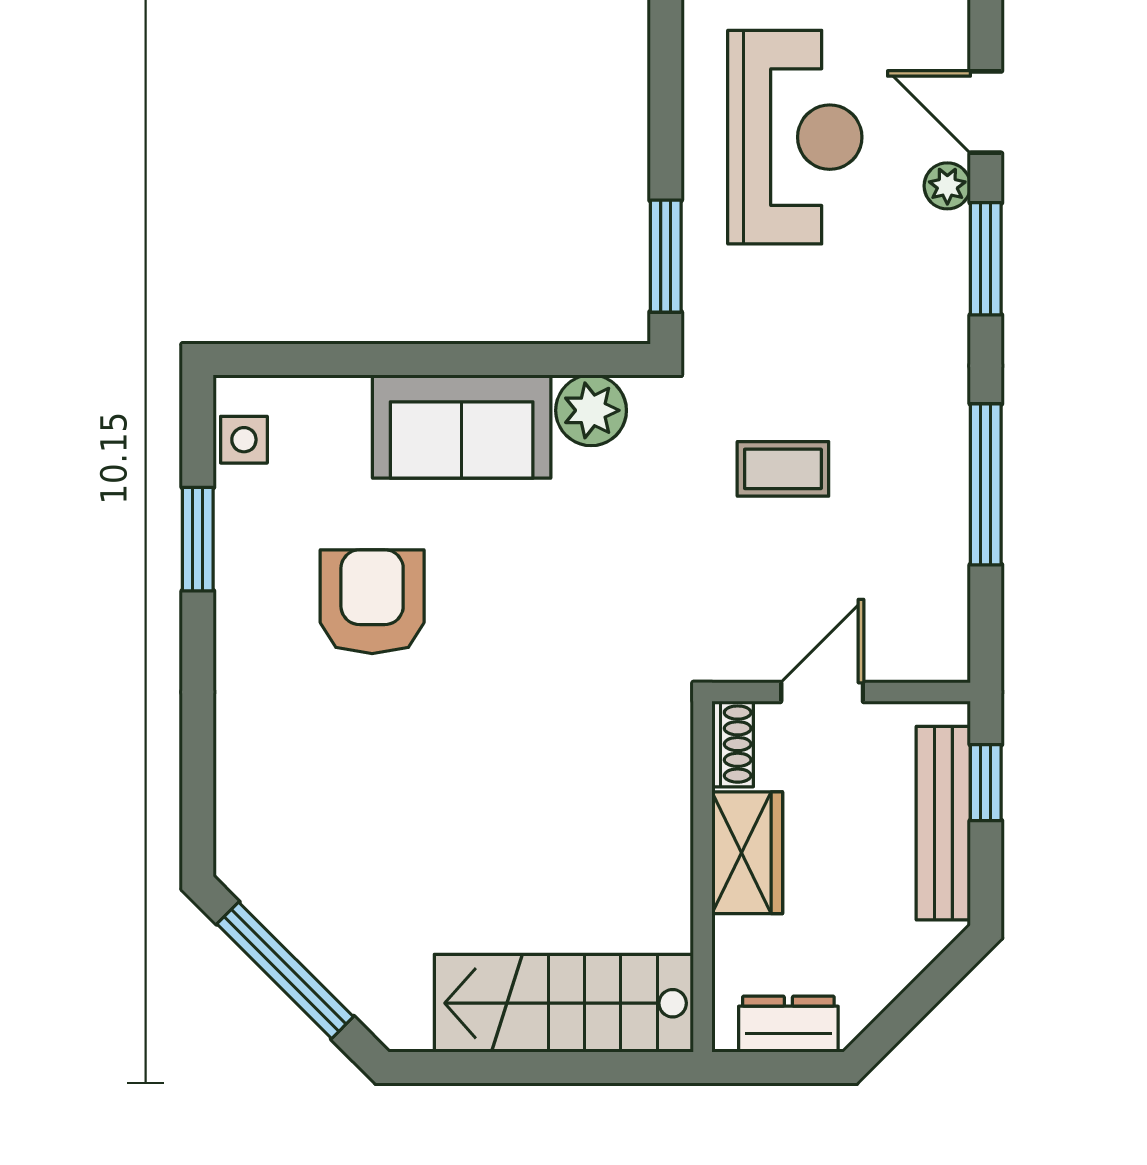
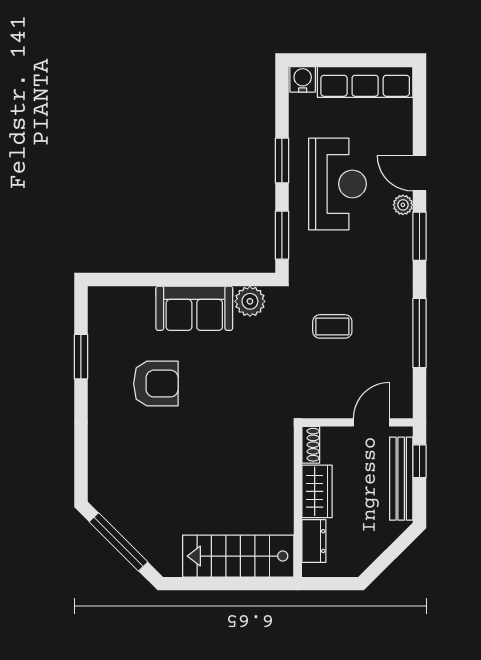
window: (666, 83) -> (282, 161), added
side table: (244, 440) -> (101, 314), removed
armchair: (372, 602) -> (156, 384), turned 90
door: (822, 692) -> (371, 422), moved
dresser: (788, 1024) -> (314, 541), moved, turned 90

